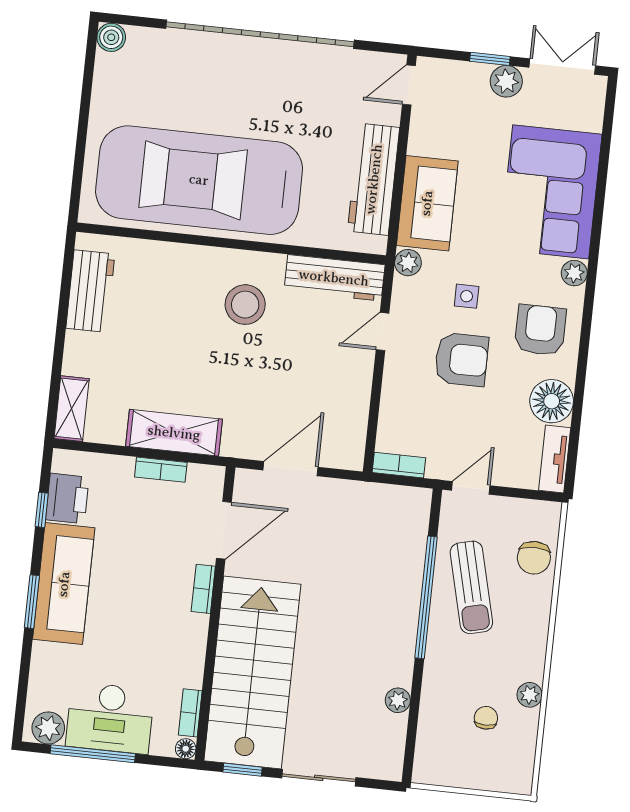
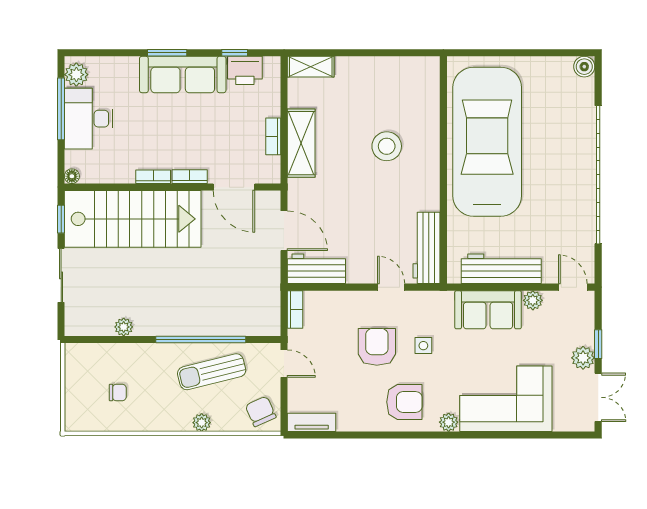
plant: (408, 263) -> (533, 300), moved
workbench: (90, 291) -> (316, 269), moved, turned 180
stool: (245, 305) -> (387, 146), moved
armchair: (461, 359) -> (377, 347), turned 180
floor lamp: (552, 401) -> (353, 416), removed
chair: (534, 558) -> (261, 411), moved, turned 66
plant: (530, 695) -> (202, 423), moved
bookcase: (190, 713) -> (153, 177), moved

